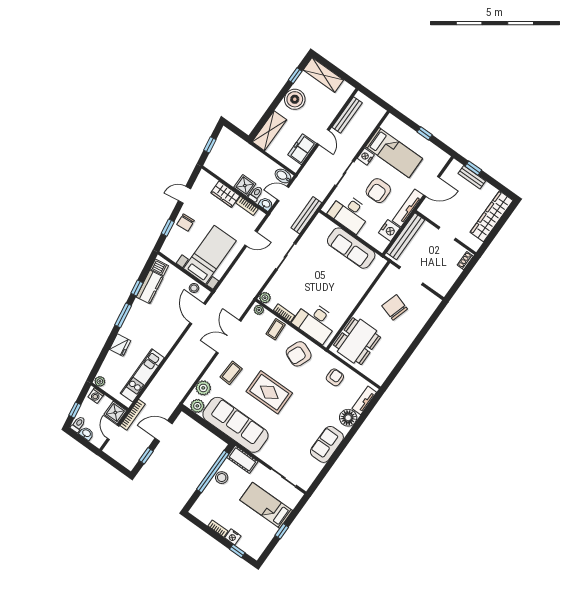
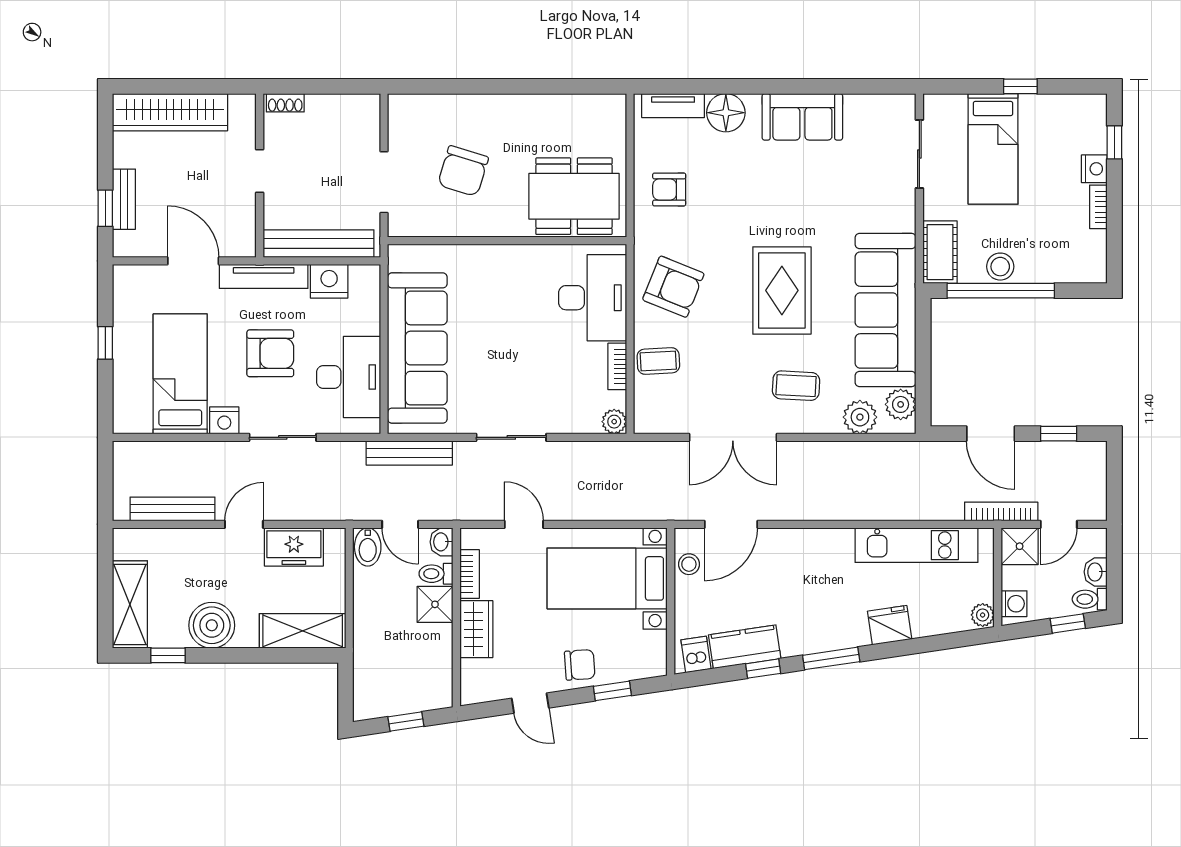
sofa: (351, 248) -> (417, 348), width x1.36, depth x1.27
plant: (259, 310) -> (644, 417), removed

